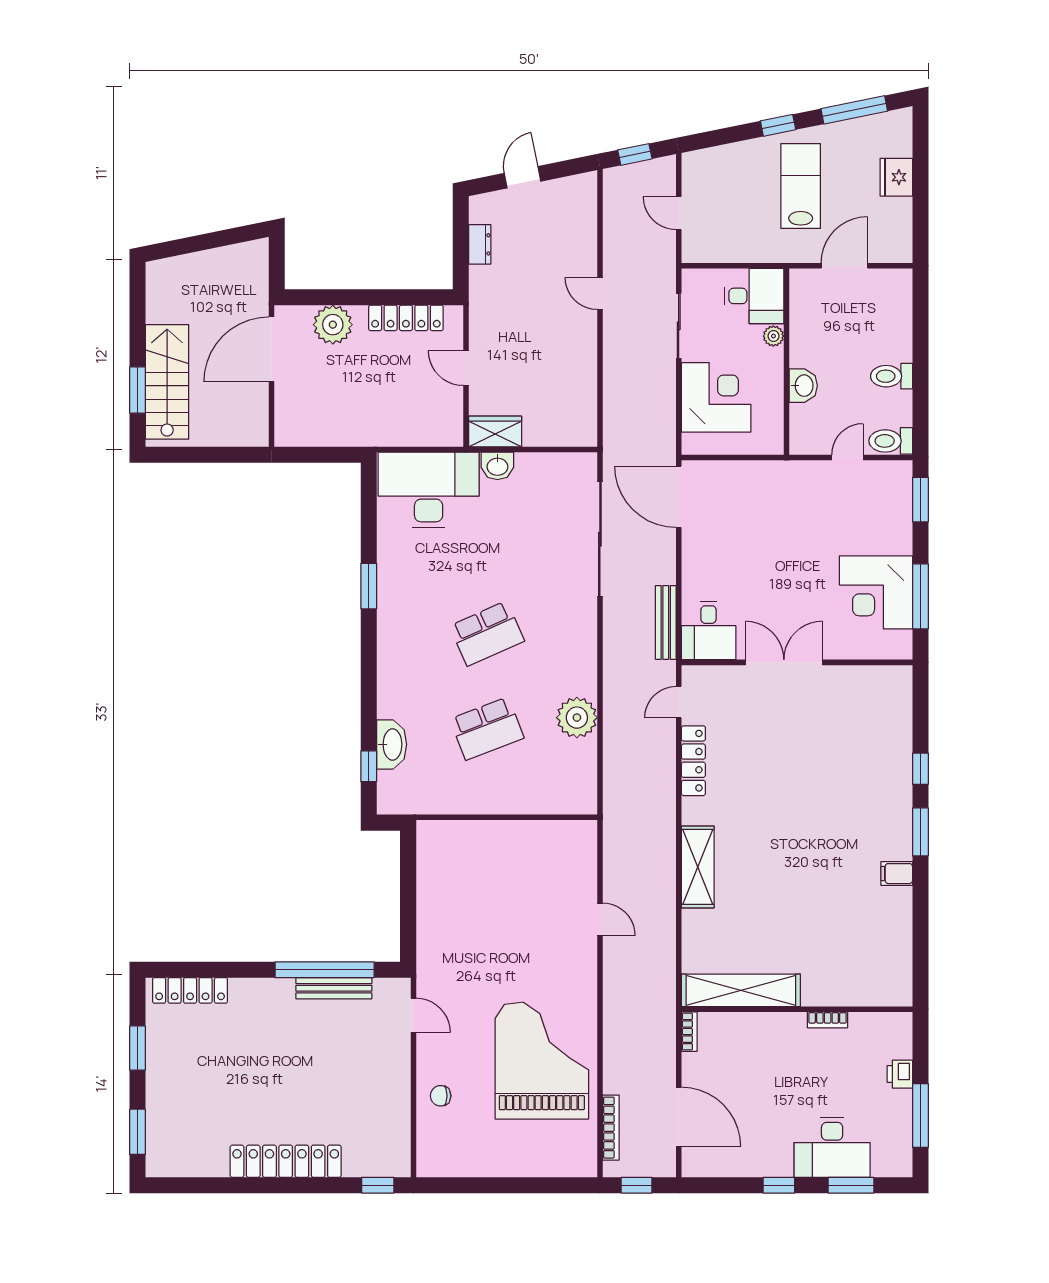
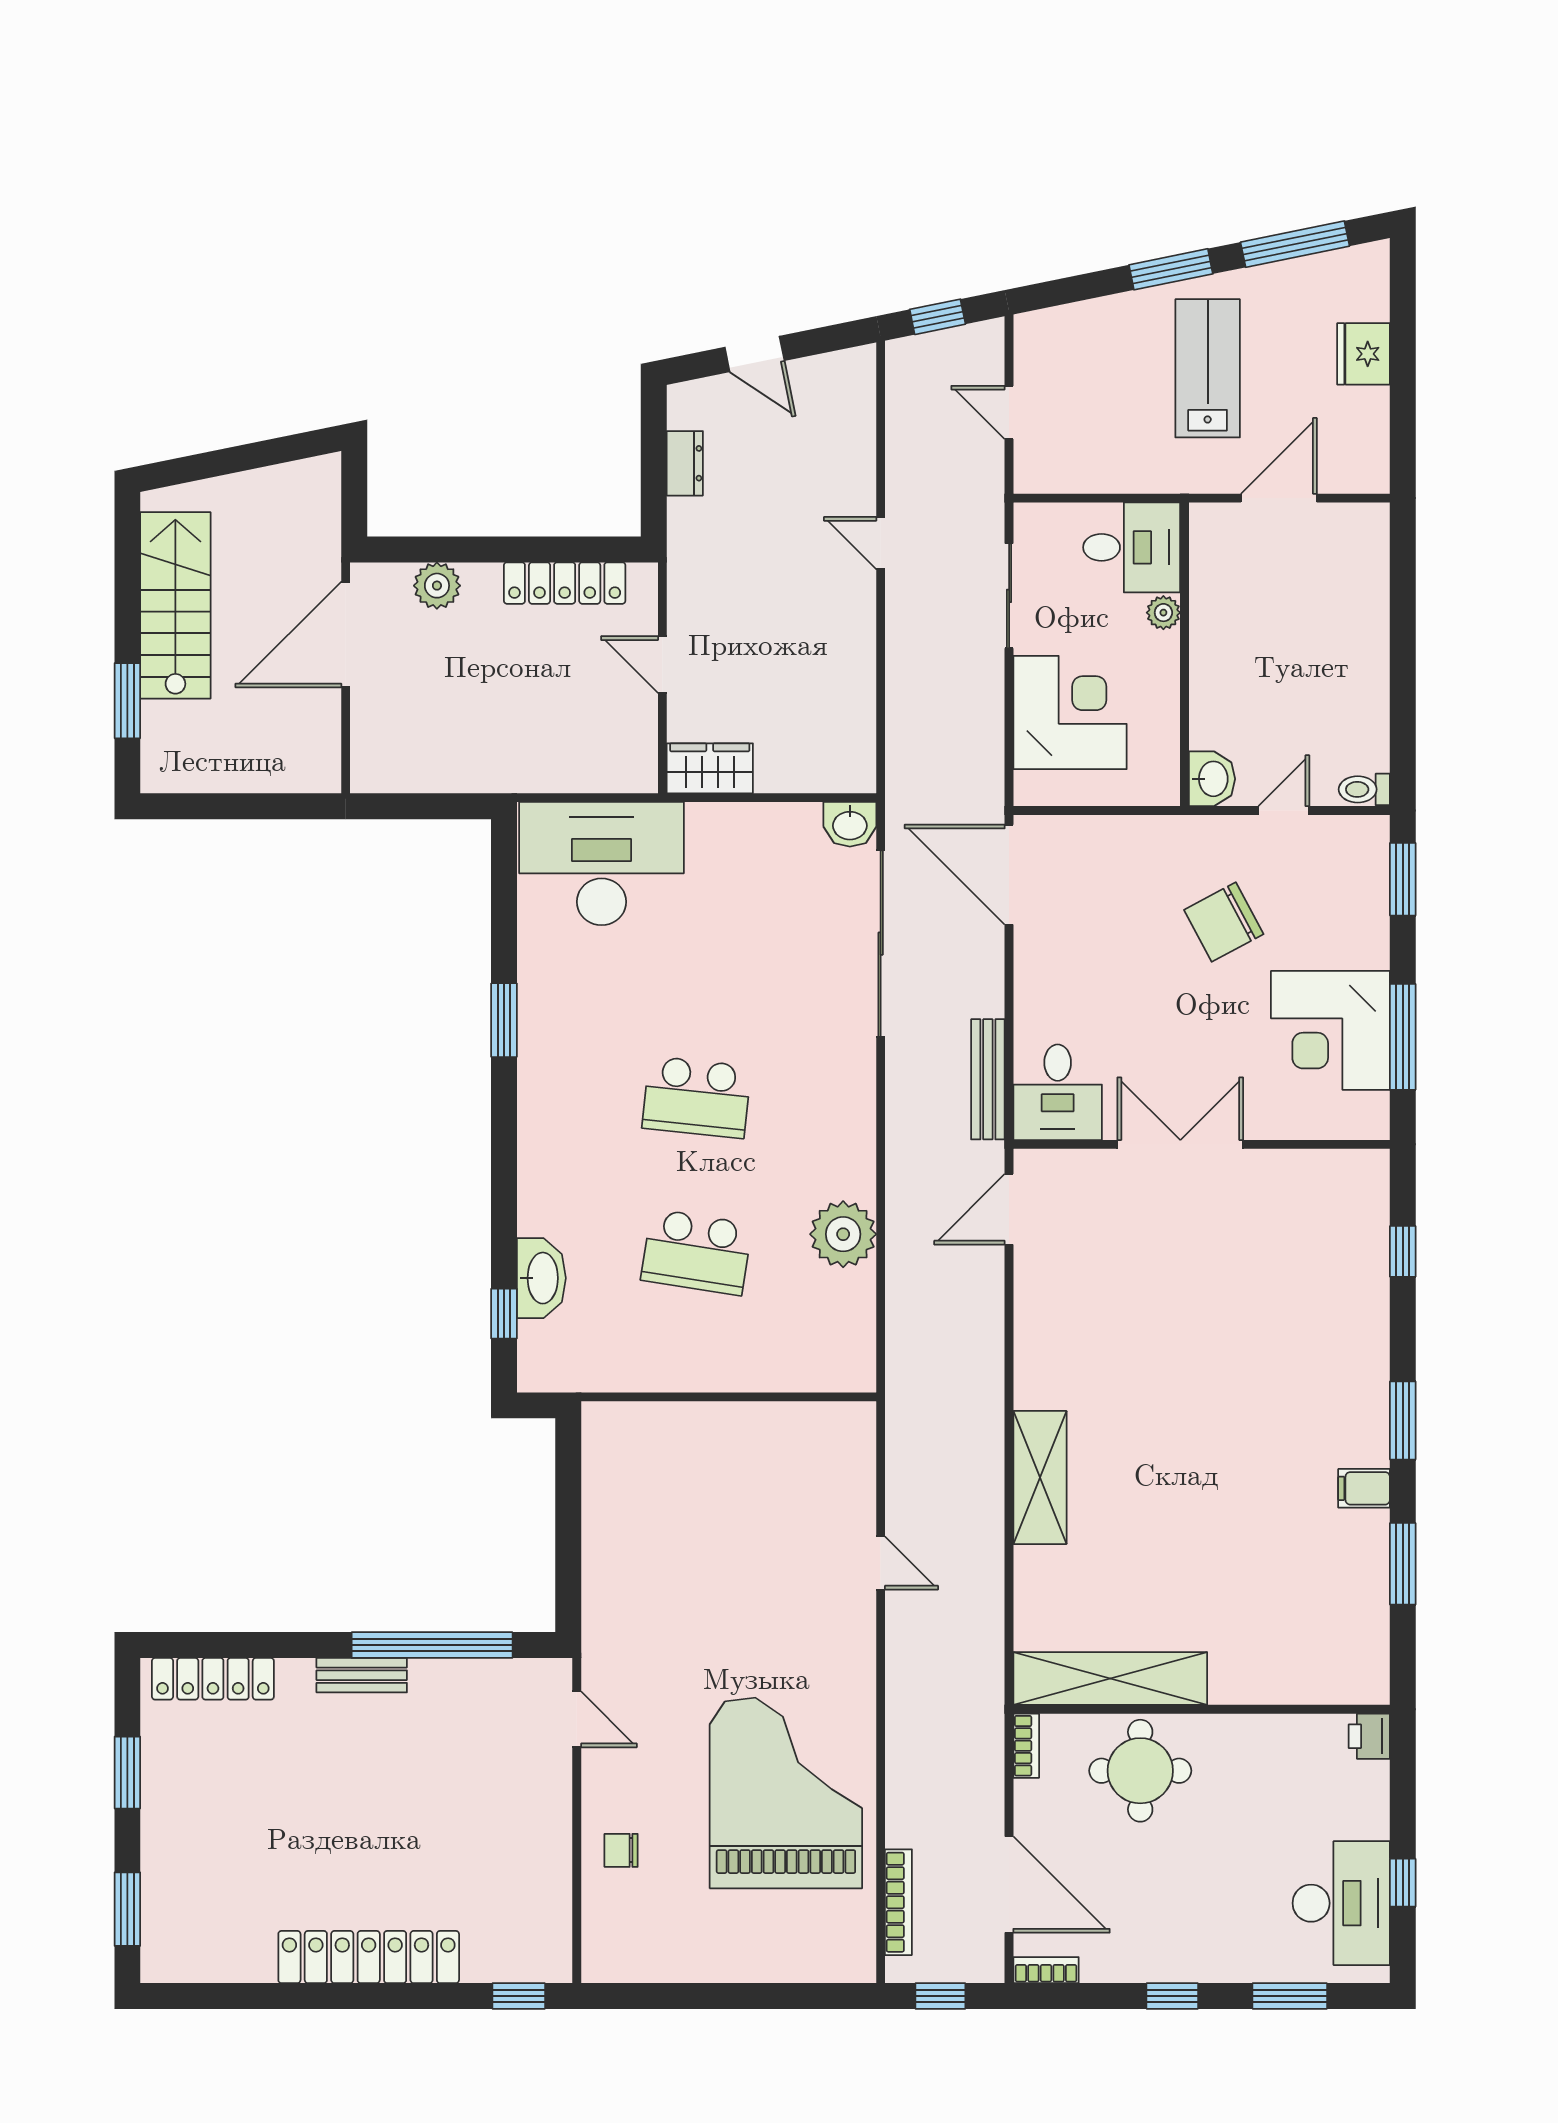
window: (778, 125) -> (1171, 269), width x1.50
door: (523, 177) -> (755, 354), swing flipped
plant: (333, 325) -> (437, 586), width x0.73, depth x0.73
toilet: (892, 376) -> (1356, 678), removed
stairs: (167, 382) -> (175, 605), moved
washbasin: (803, 386) -> (1212, 779), moved
toilet: (891, 441) -> (1364, 789), width x0.73, depth x0.72
washbasin: (497, 466) -> (850, 824), moved
chair: (811, 526) -> (1224, 922), added
school desk: (487, 633) -> (697, 1097), turned 30
door: (679, 702) -> (1009, 1209), width x1.38
school desk: (487, 729) -> (697, 1252), turned 30
locker: (693, 761) -> (1033, 1304), removed
window: (920, 769) -> (1403, 1251), moved
window: (920, 920) -> (1403, 1564), added
bench: (334, 988) -> (362, 1675), moved, width x0.73
bookcase: (828, 1020) -> (1046, 1970), moved, turned 180
round table: (759, 1047) -> (1140, 1771), added
printer: (900, 1074) -> (1369, 1736), moved
window: (920, 1116) -> (1403, 1883), width x0.46
desk: (832, 1147) -> (1341, 1903), moved, turned -90

